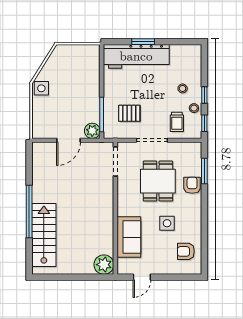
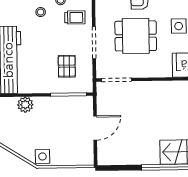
plant: (92, 131) -> (25, 105), moved
door: (69, 140) -> (95, 128), hinge flipped

